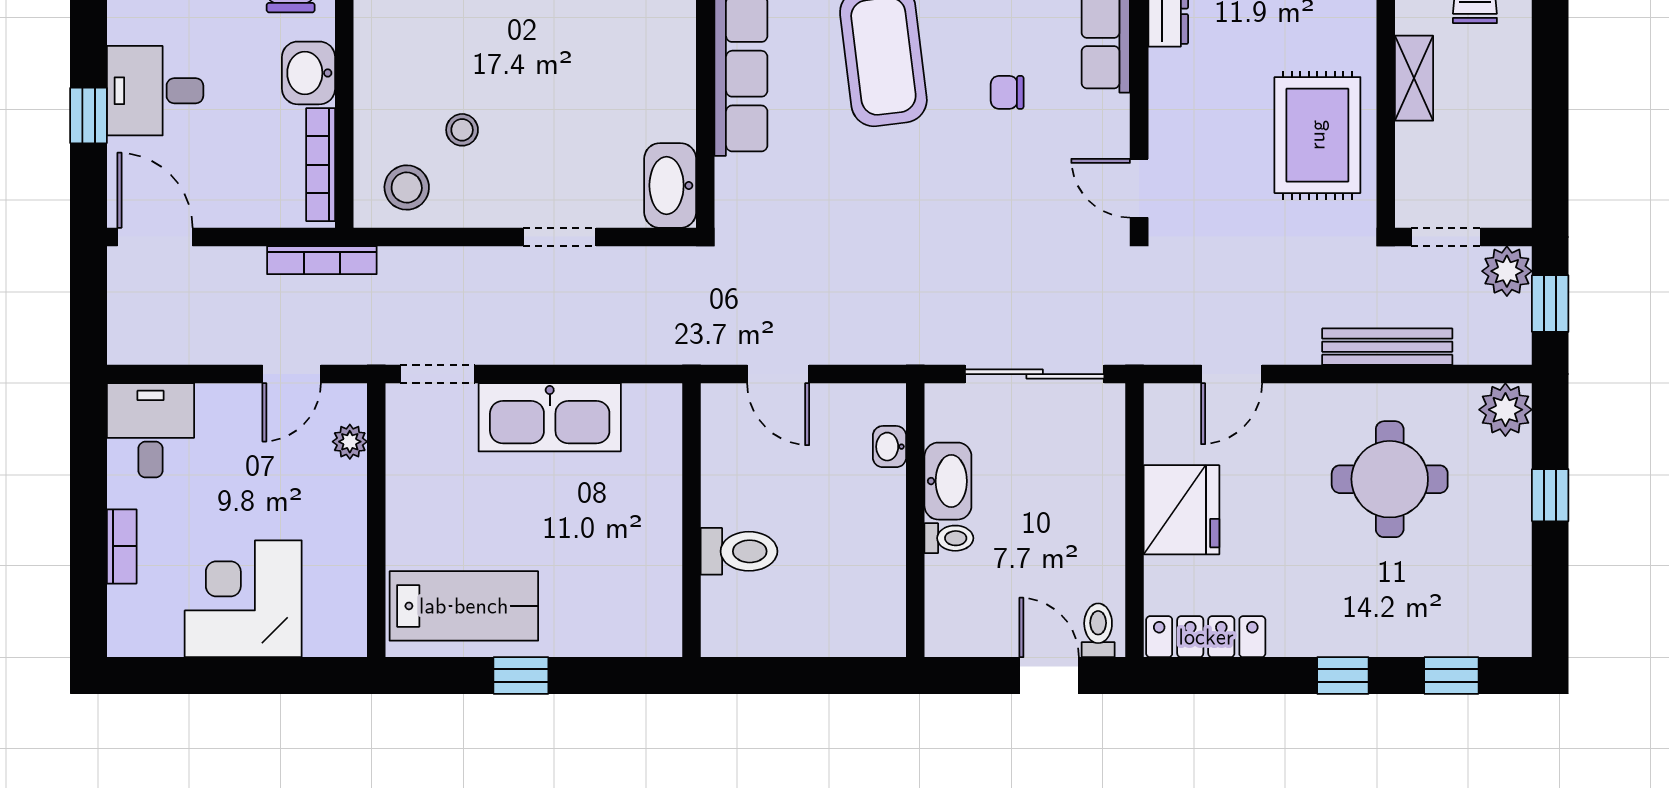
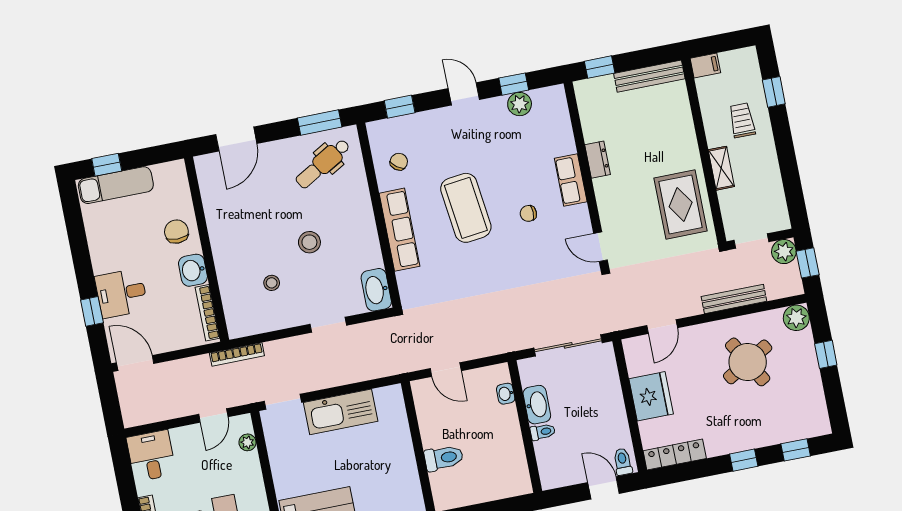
stool: (407, 188) -> (309, 242), moved
bookcase: (322, 260) -> (237, 354), moved
round table: (1390, 479) -> (748, 362), turned -30

